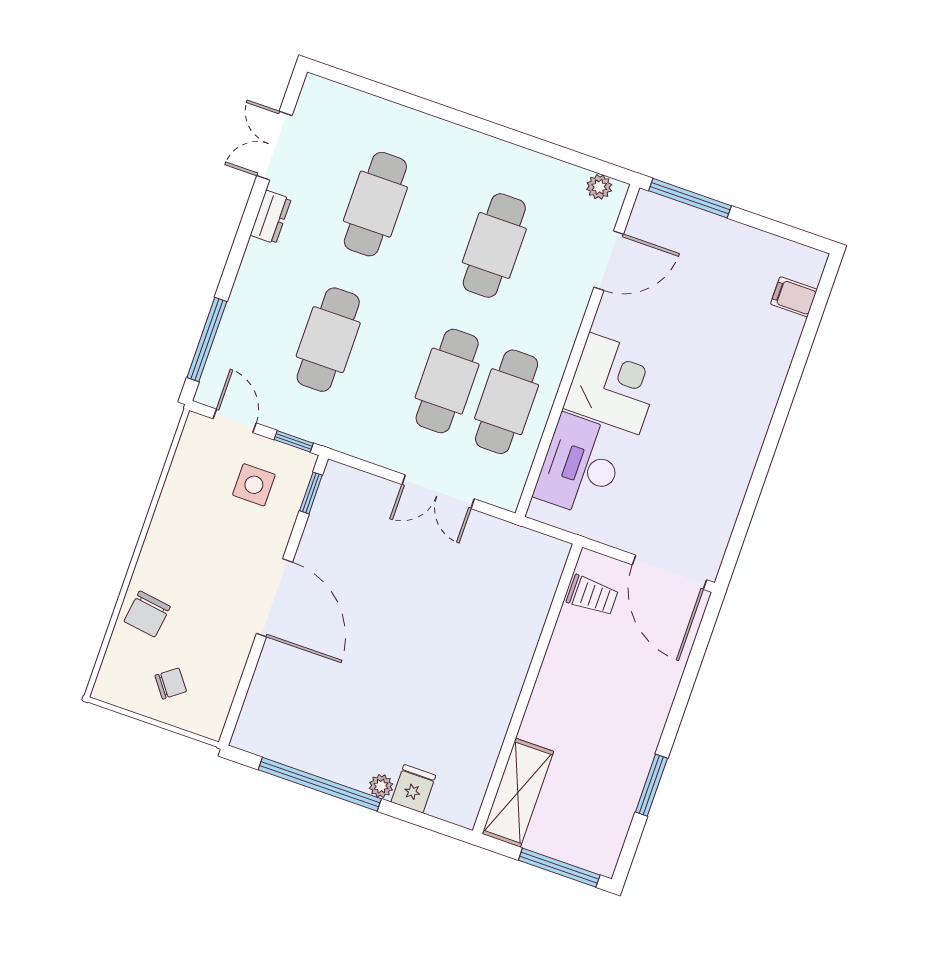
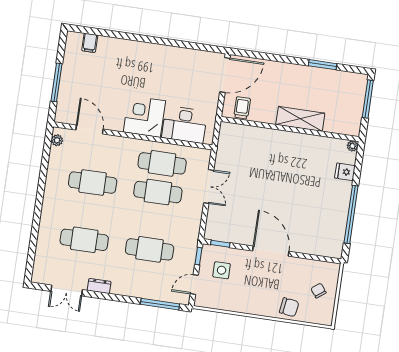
window: (690, 198) -> (57, 82), moved
door: (274, 598) -> (271, 251), hinge flipped
plant: (381, 786) -> (352, 146), moved
shelving: (518, 793) -> (300, 119), moved

